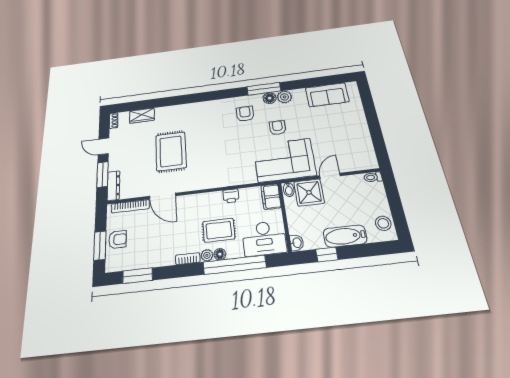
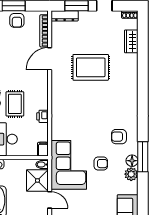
armchair: (245, 114) -> (119, 137), turned 180
filing cabinet: (271, 197) -> (43, 149), width x0.50

